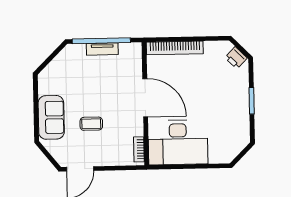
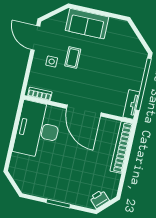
tv unit: (102, 49) -> (131, 104), moved
door: (145, 98) -> (84, 111), hinge flipped
side table: (101, 145) -> (52, 61), added

